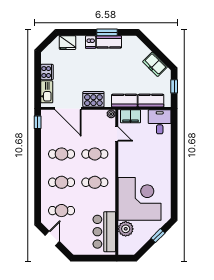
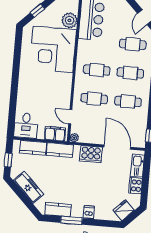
kitchen counter: (109, 42) -> (58, 210), moved
fridge: (67, 43) -> (124, 210), moved, turned -45
freezer: (155, 64) -> (29, 187), width x1.40

